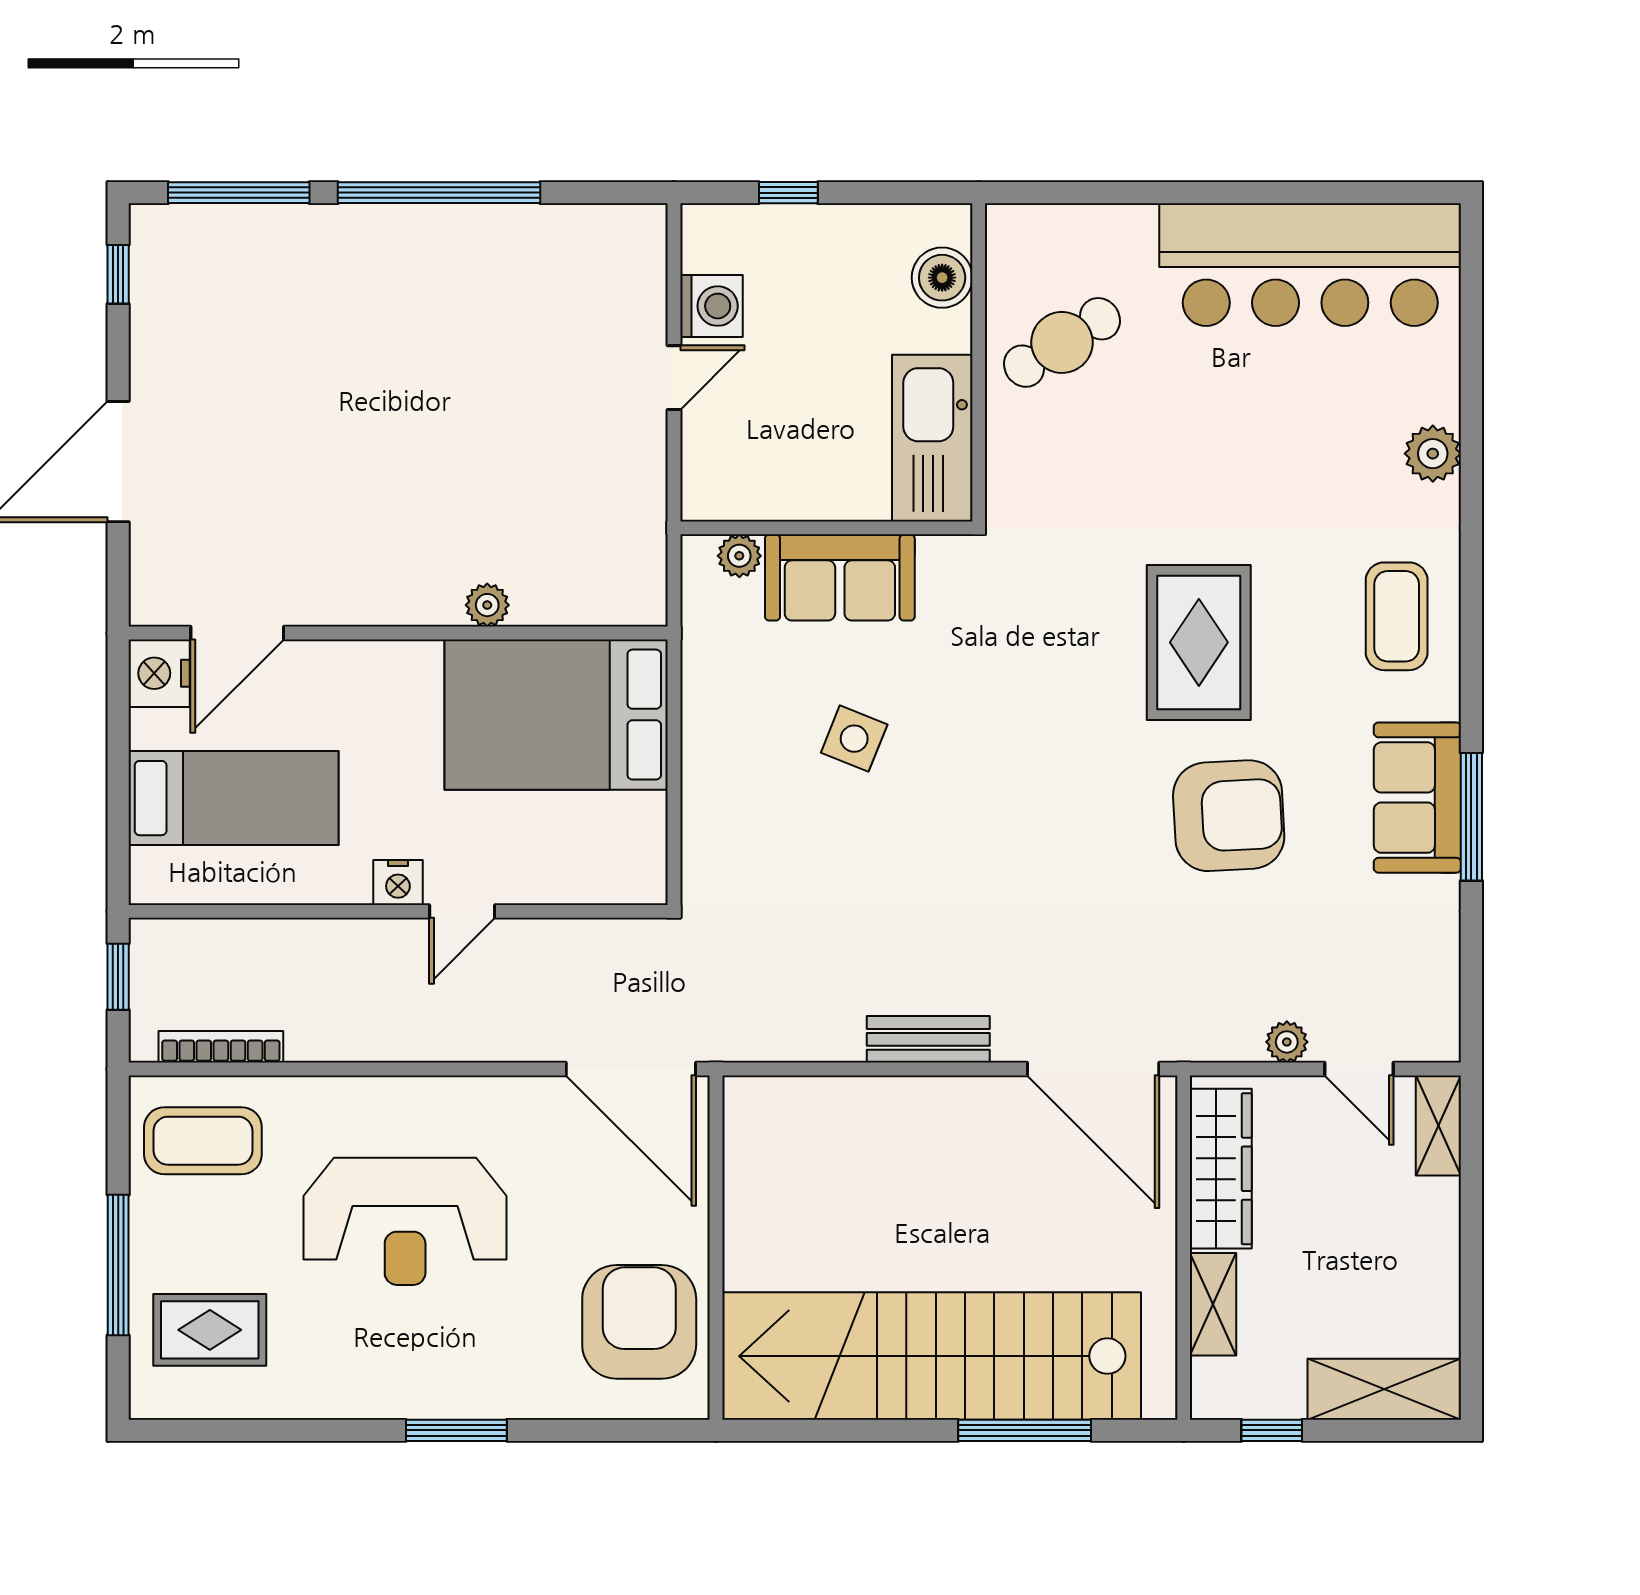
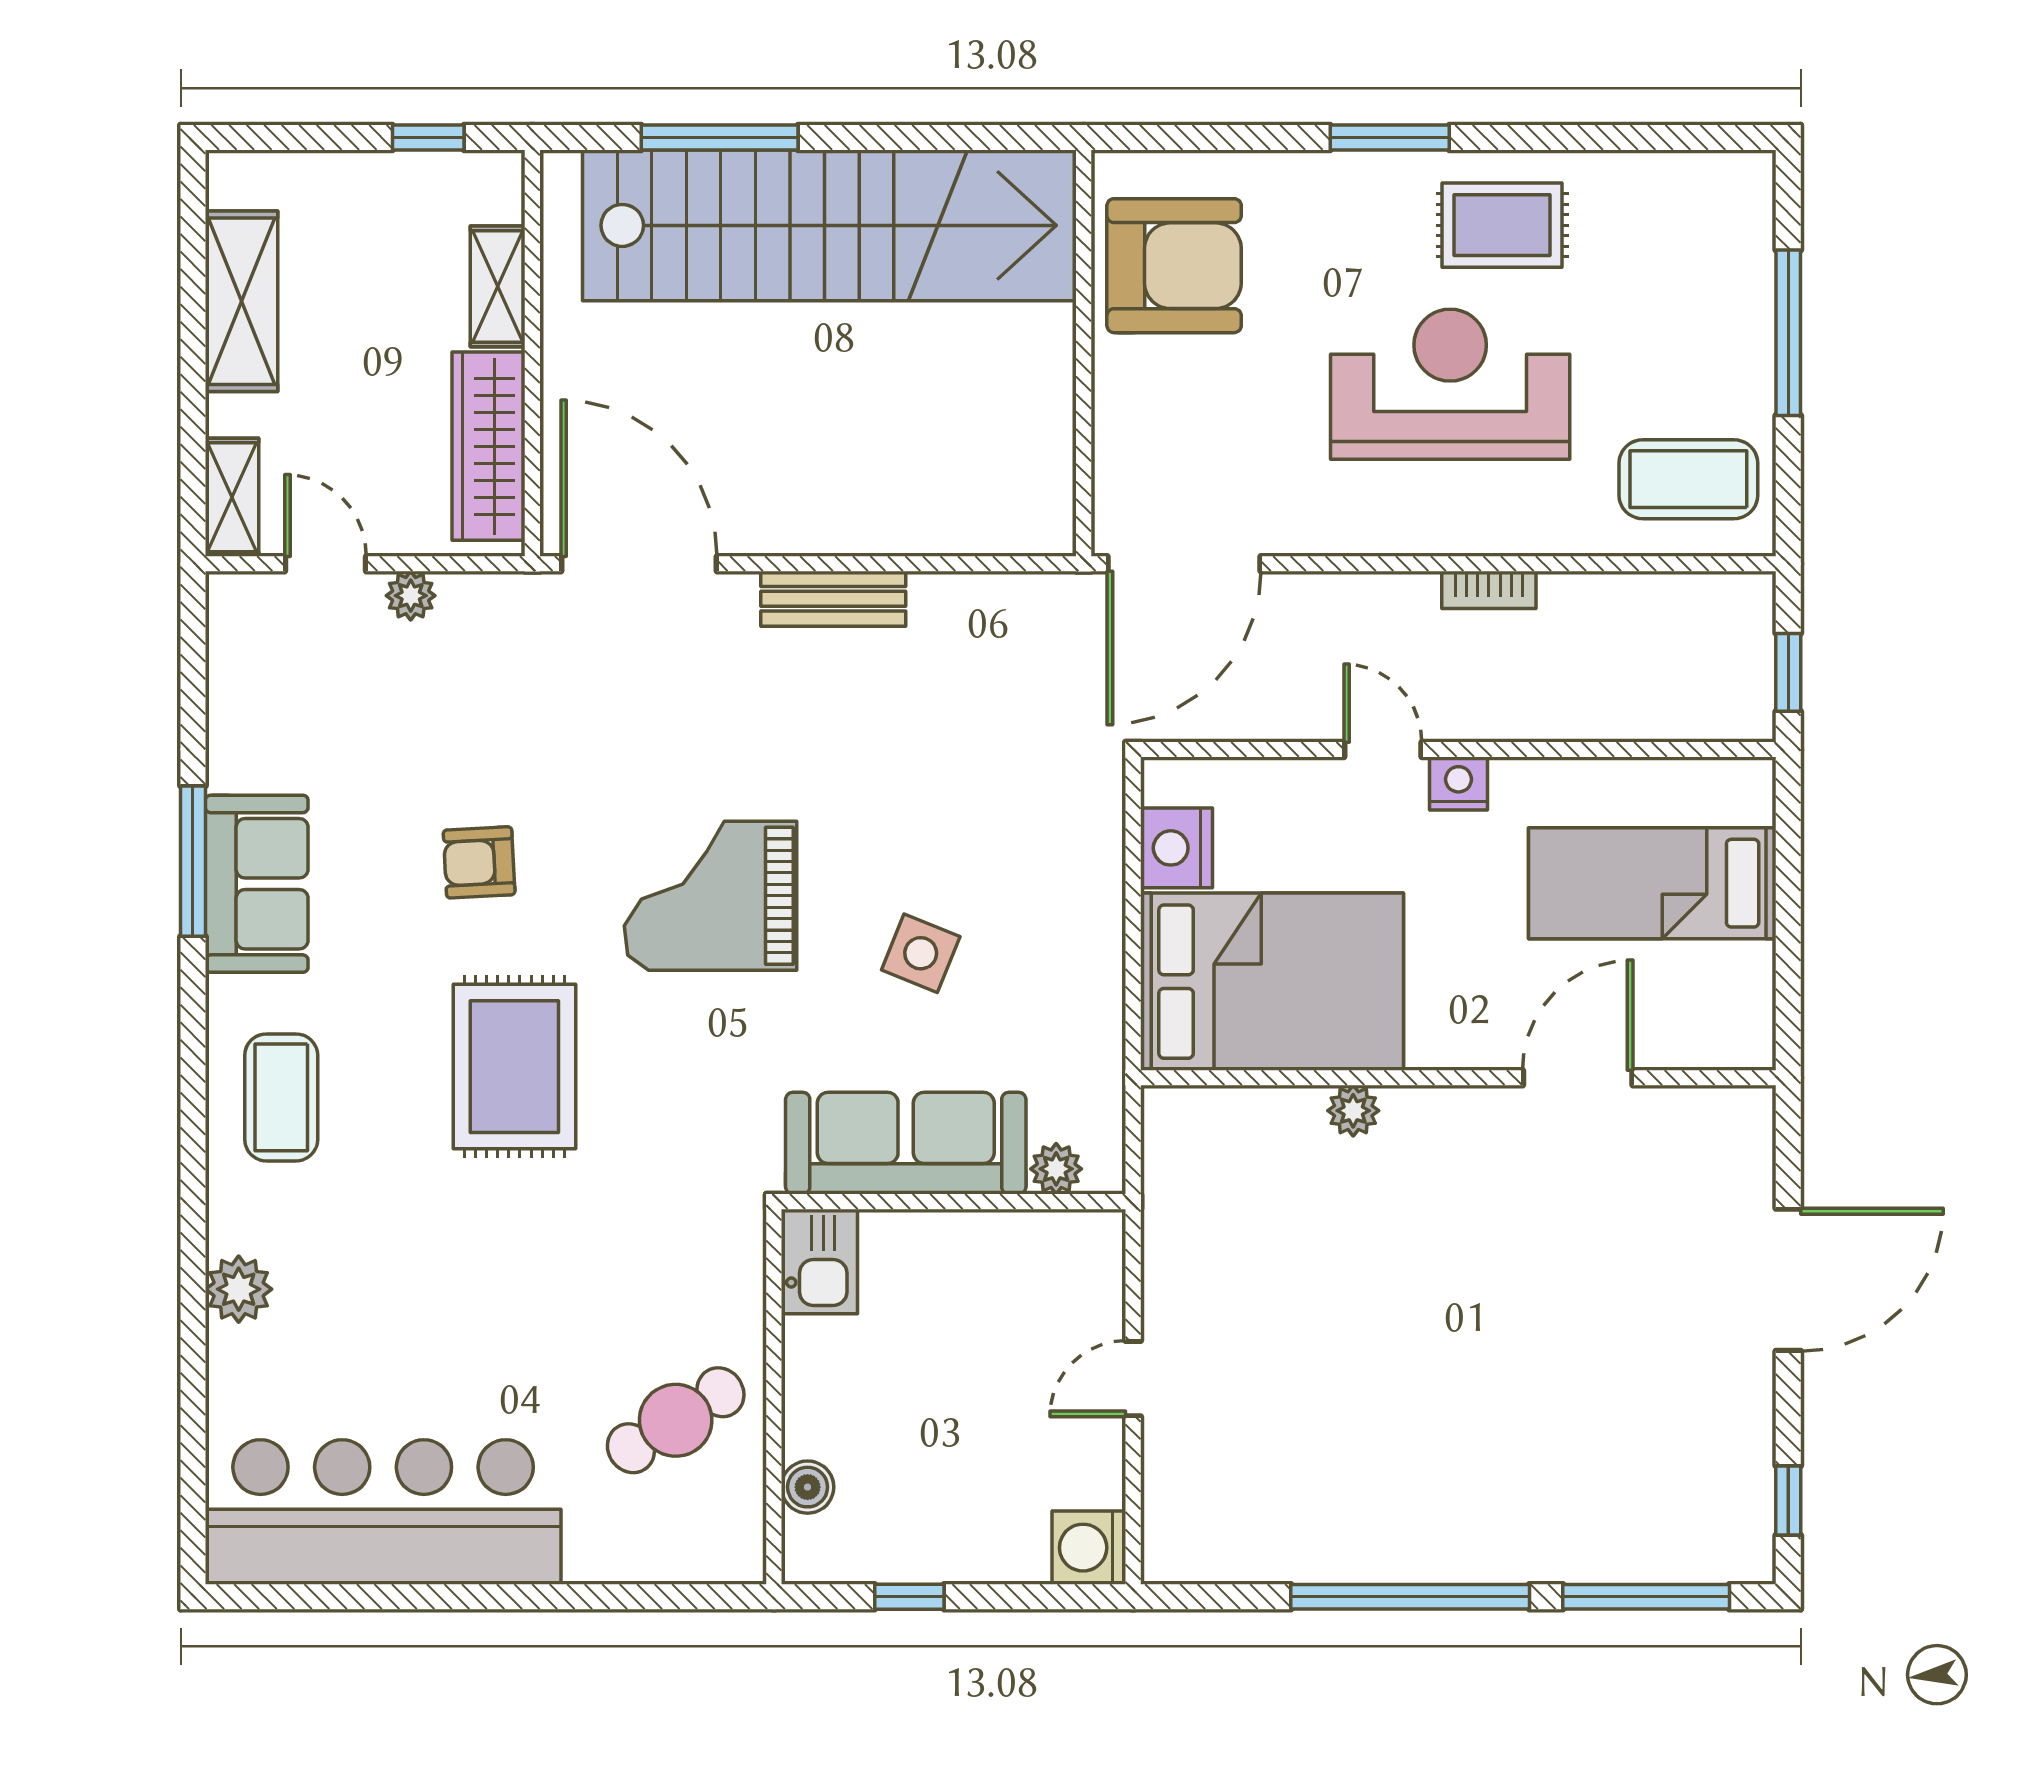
window: (788, 193) -> (909, 1597), moved
boiler: (942, 278) -> (808, 1487), width x0.73, depth x0.73
washing machine: (711, 306) -> (1089, 1548), moved
kitchen sink: (932, 438) -> (819, 1262), width x0.53, depth x0.81
sofa: (840, 577) -> (906, 1143), width x1.36
door: (237, 633) -> (1578, 1078), moved
nightstand: (159, 673) -> (1176, 848), moved, turned 180
grand piano: (1032, 787) -> (711, 896), added
armchair: (1229, 816) -> (479, 862), width x0.53, depth x0.53
door: (462, 911) -> (1383, 749), hinge flipped
bookcase: (221, 1047) -> (1489, 590), moved, width x0.64
door: (631, 1069) -> (1184, 564), swing flipped
armchair: (639, 1322) -> (1174, 266), turned -90
rug: (210, 1330) -> (1502, 225), moved
shelving: (1384, 1389) -> (242, 301), moved, turned 90

